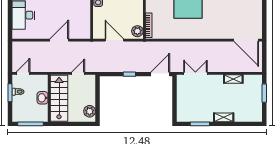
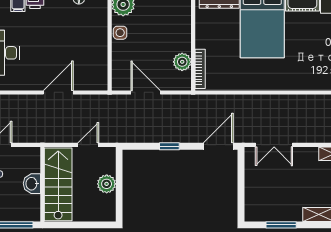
plant: (137, 31) -> (182, 62), moved
double door: (195, 73) -> (274, 145), swing flipped
plant: (90, 111) -> (107, 184), moved

